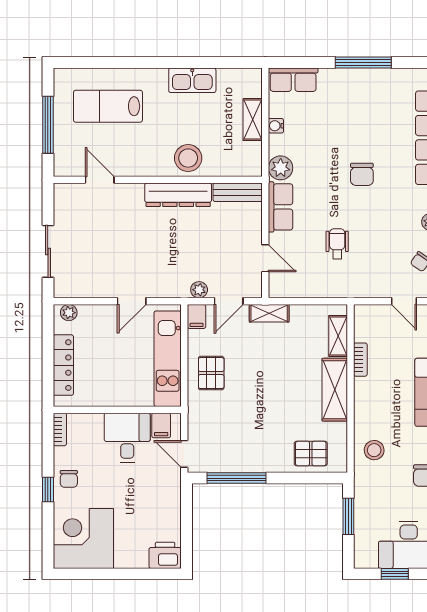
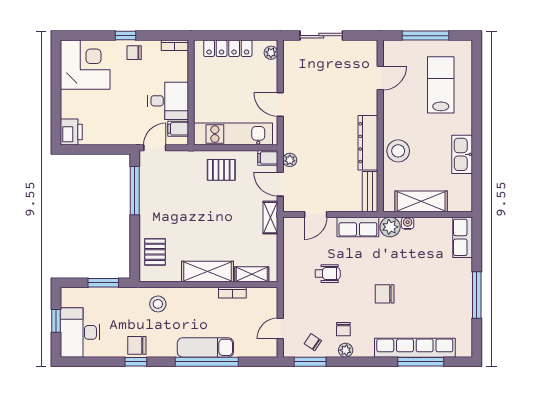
shelving: (253, 120) -> (421, 201), width x1.50, depth x1.33
water cooler: (276, 126) -> (408, 223), moved
chair: (405, 225) -> (343, 329), added

